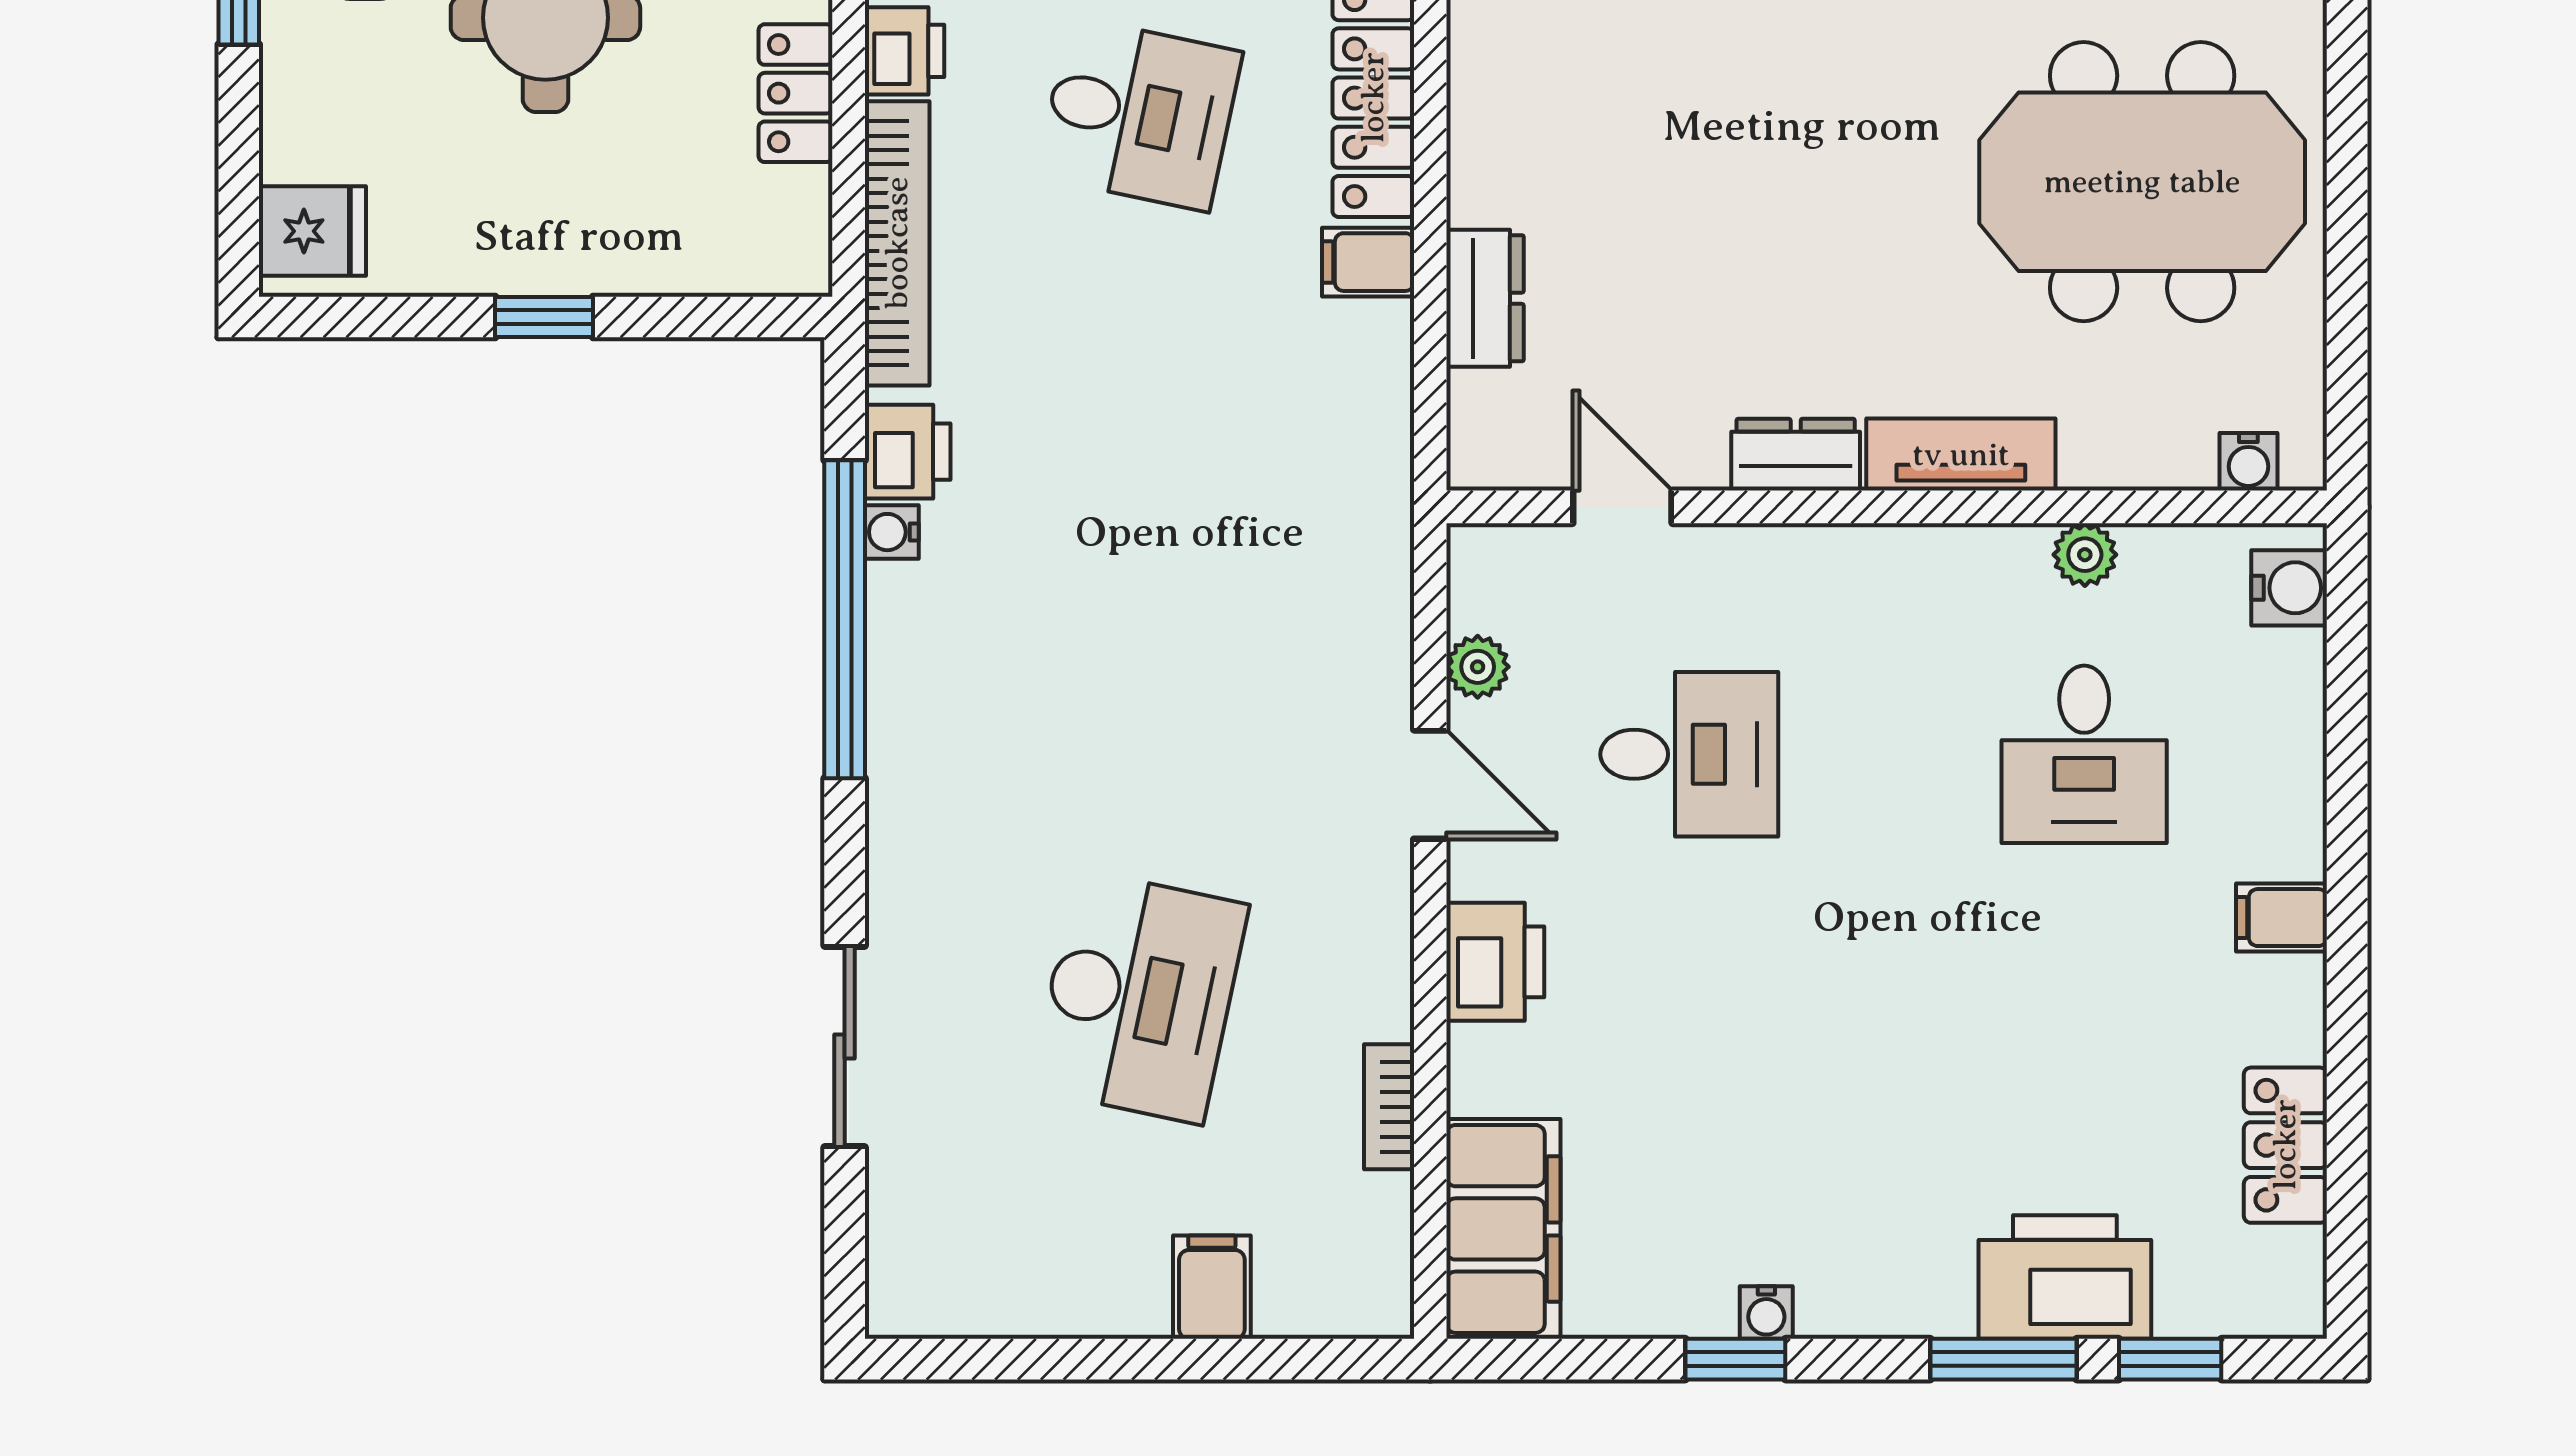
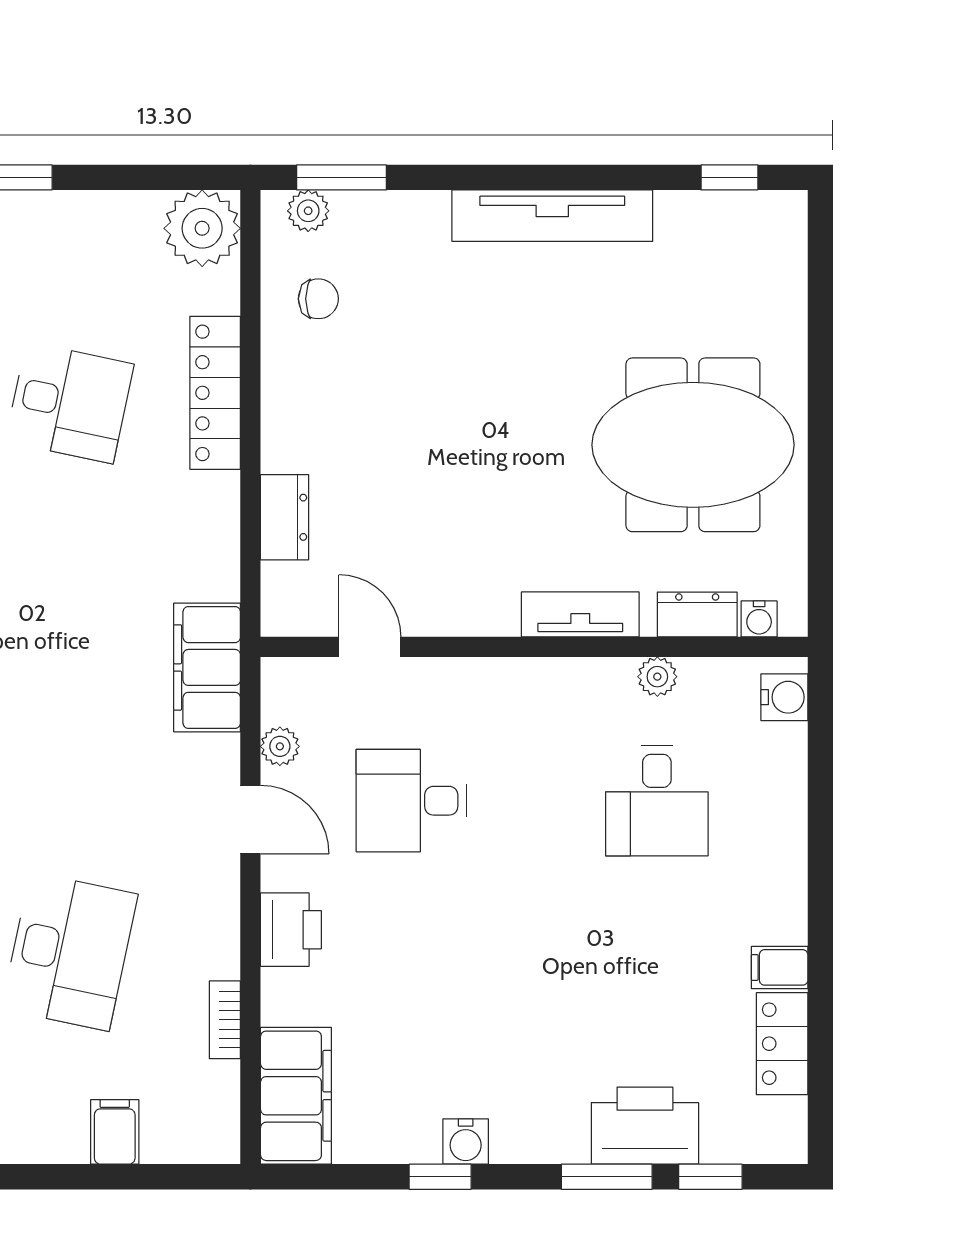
filing cabinet: (1368, 262) -> (207, 667), moved, width x3.00, depth x1.17
dresser: (1796, 455) -> (697, 614), moved
desk: (1689, 754) -> (411, 801), turned 180
filing cabinet: (2282, 918) -> (780, 967), moved
water cooler: (1766, 1313) -> (466, 1142), width x1.38, depth x1.38

